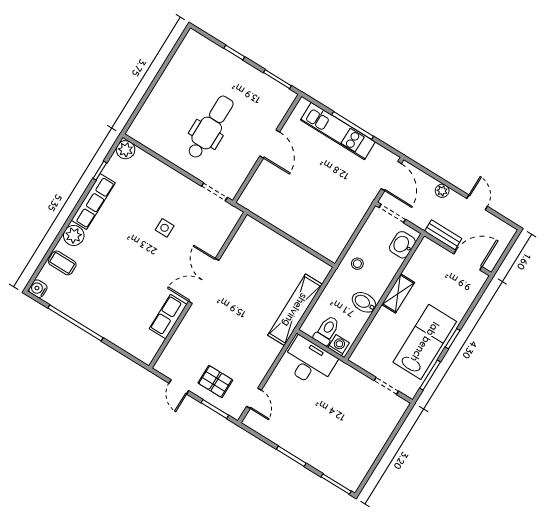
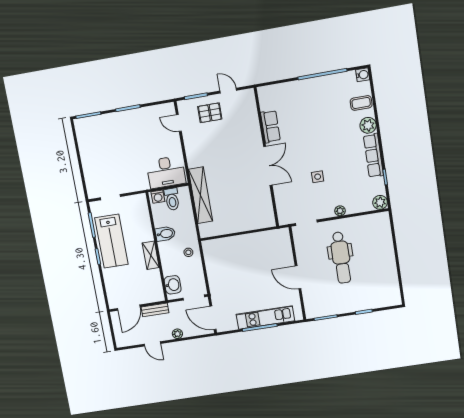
plant: (171, 175) -> (340, 211), added

